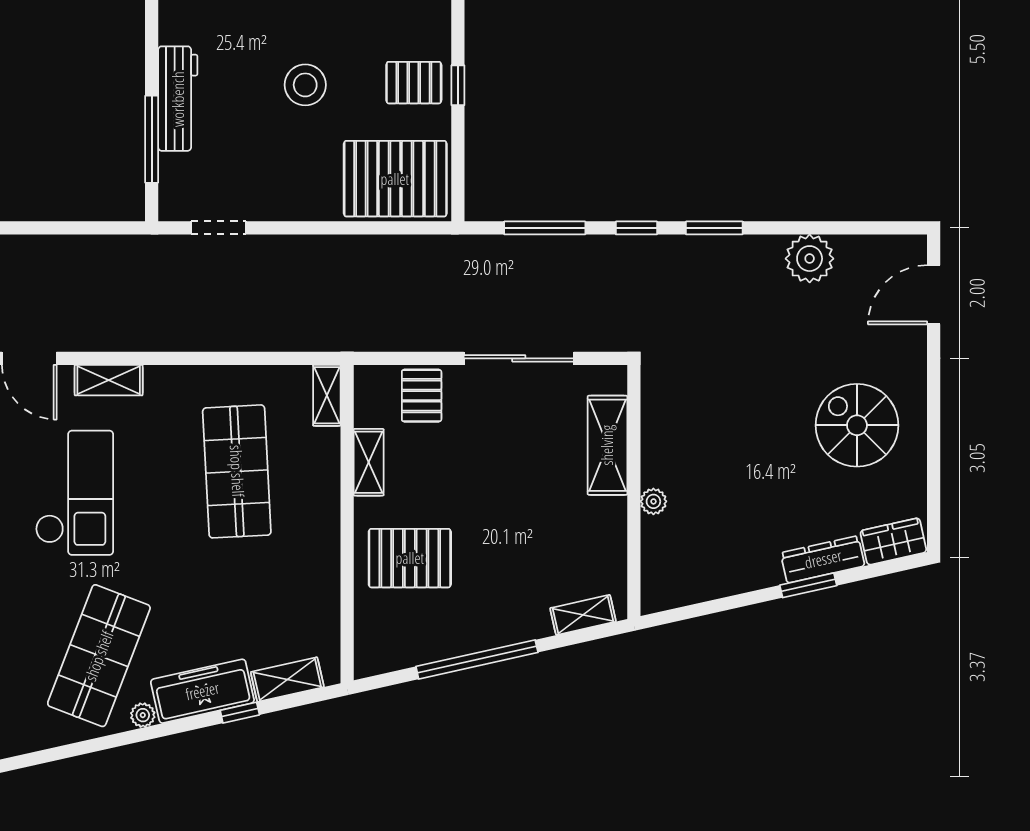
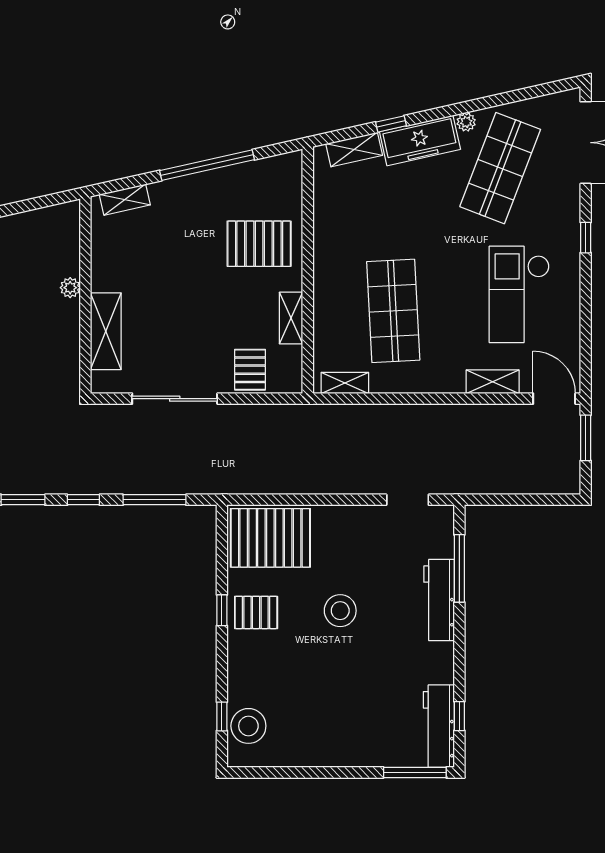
shelving: (327, 395) -> (345, 383), moved, turned 90

